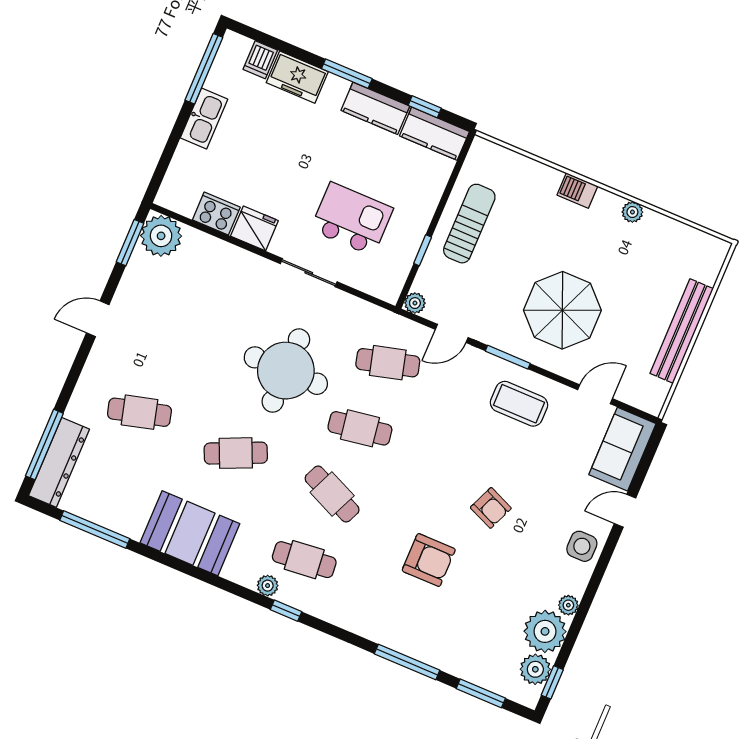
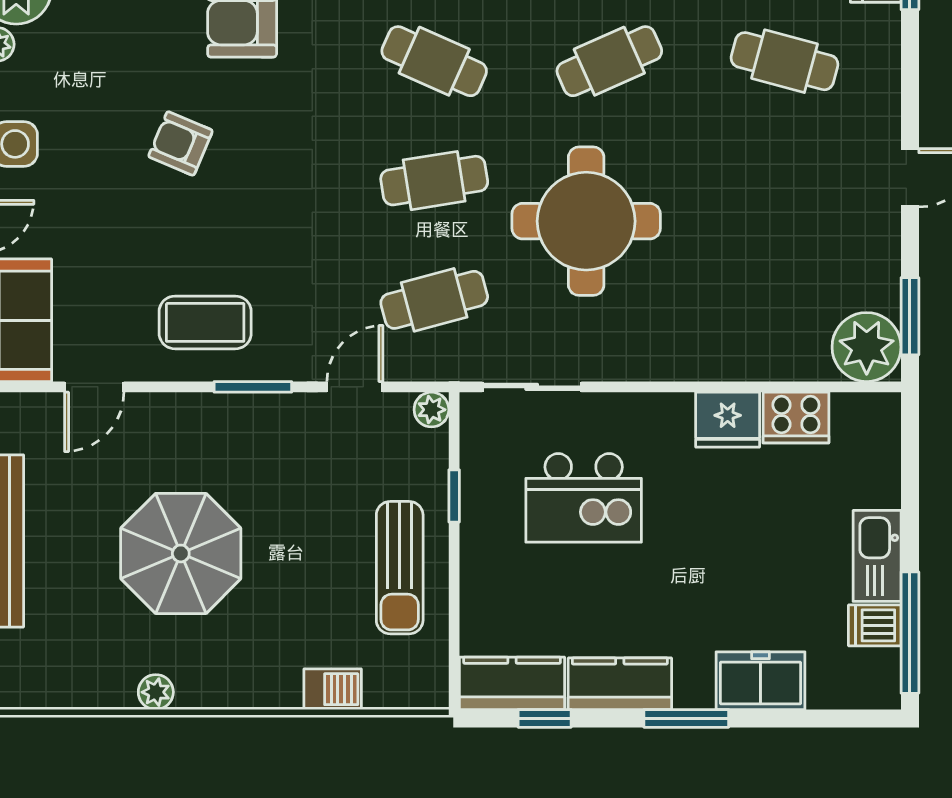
dishwasher: (260, 60) -> (875, 625), moved, turned -90
barbecue: (577, 191) -> (333, 689), moved
sliding door: (309, 273) -> (532, 387), moved
parasol: (562, 310) -> (181, 553), moved
cafe table: (139, 412) -> (784, 61), turned 30

